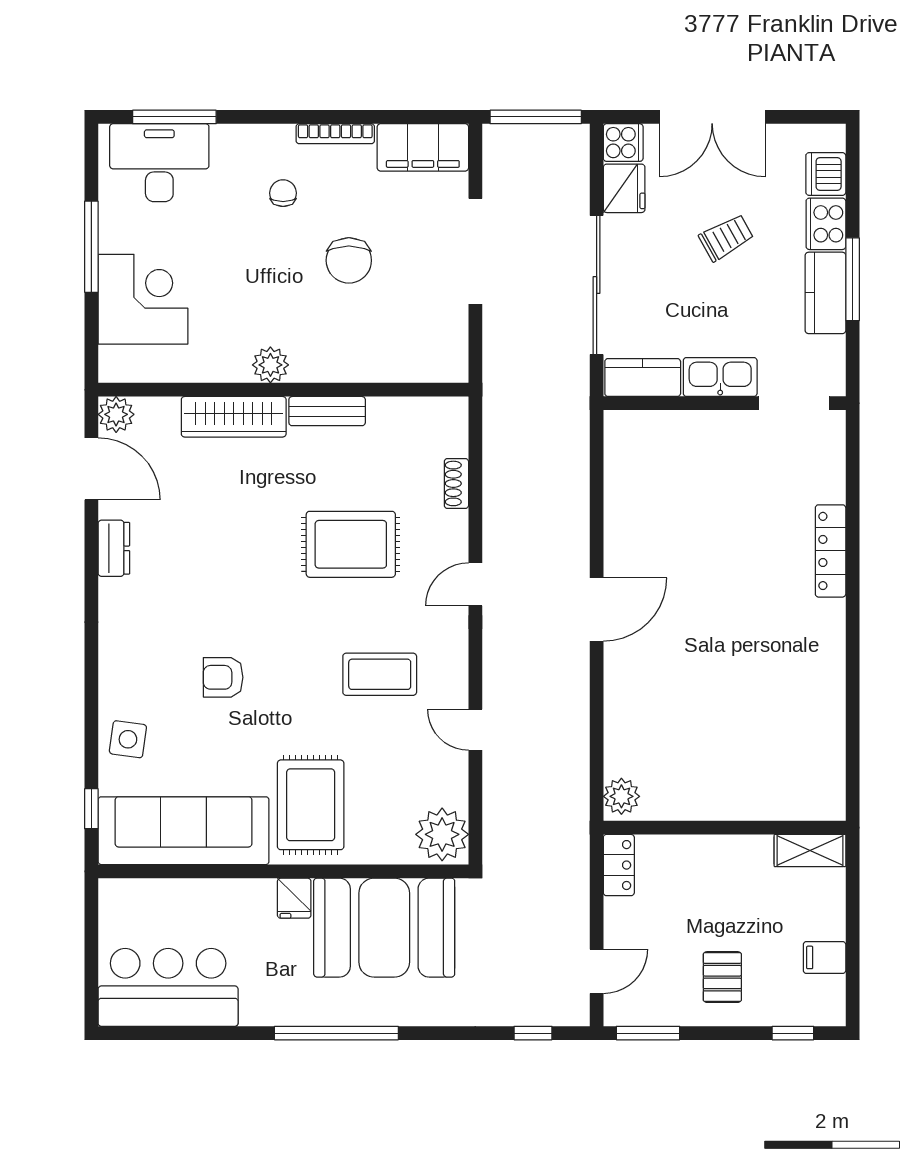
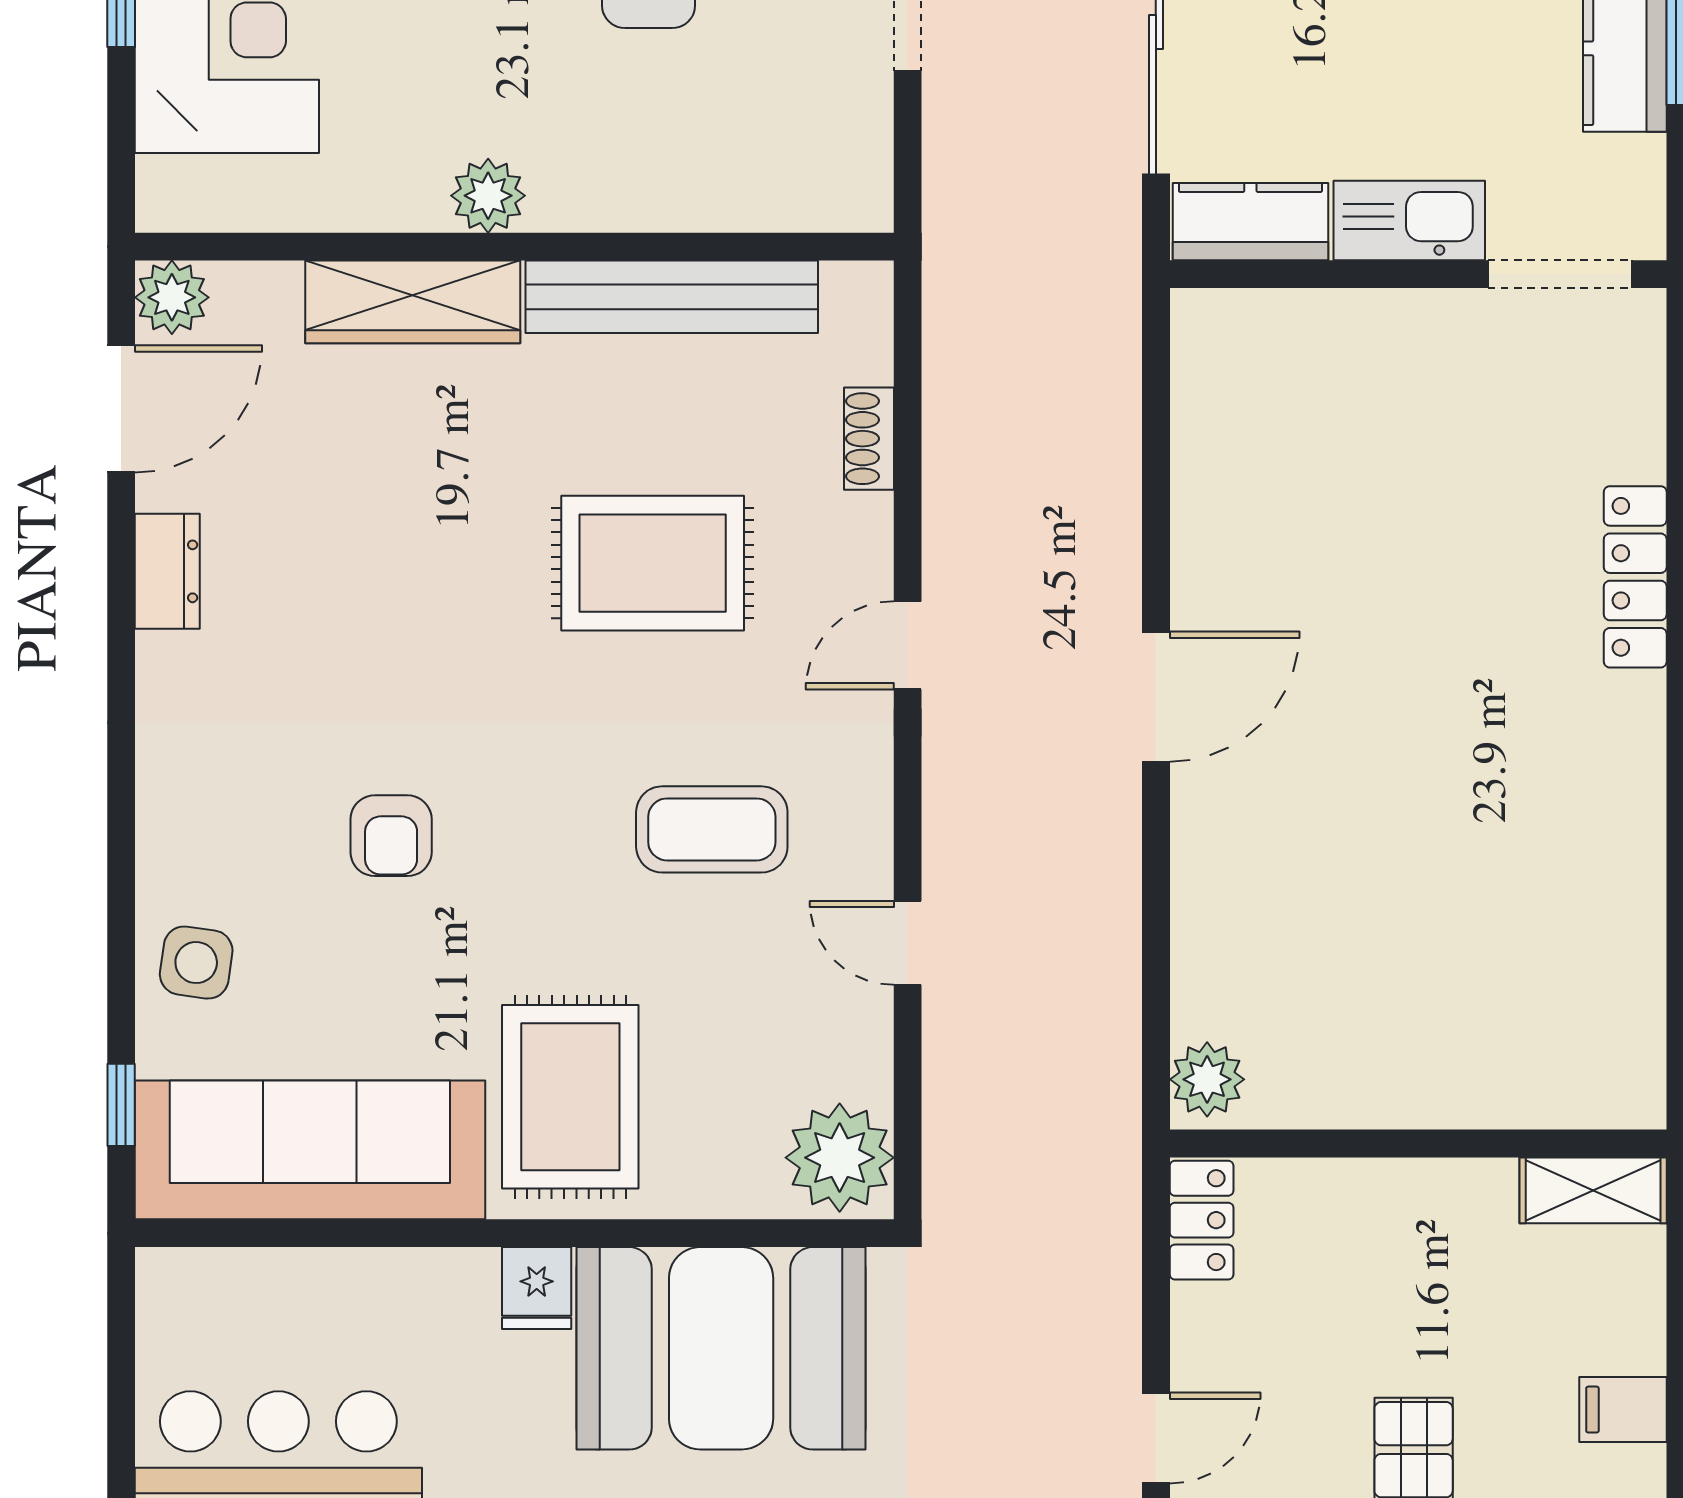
bench: (327, 411) -> (672, 297), width x1.86, depth x1.21
door: (91, 469) -> (121, 409), hinge flipped
armchair: (223, 677) -> (391, 836), turned -90

